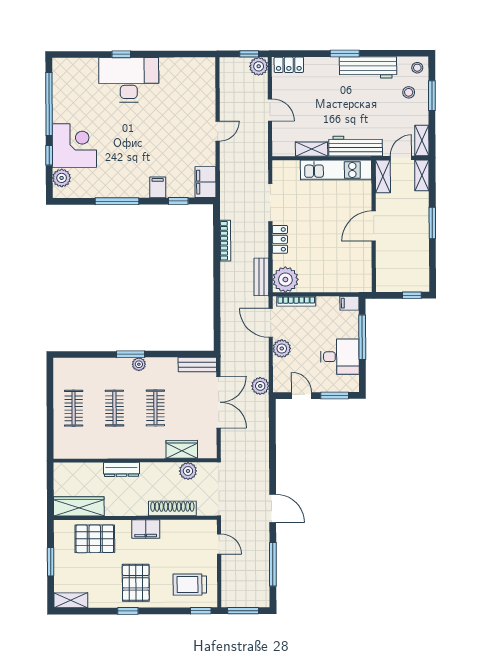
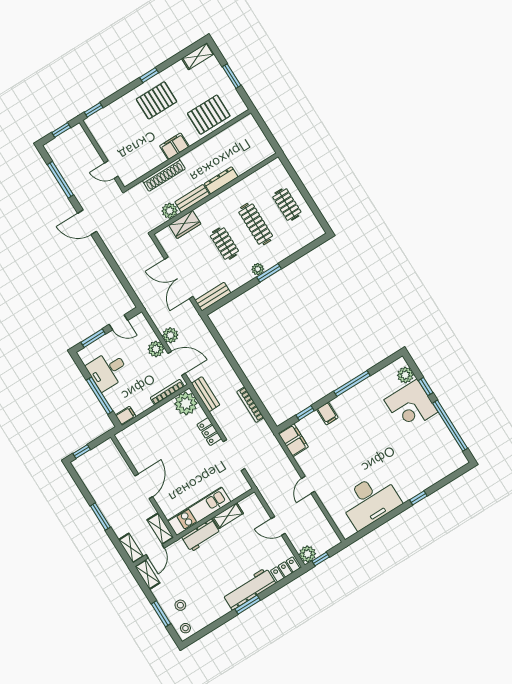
workbench: (368, 67) -> (249, 589), moved
desk: (129, 80) -> (370, 501), moved
workbench: (356, 146) -> (201, 535), width x0.73
plant: (260, 386) -> (170, 335), moved
clothes rail: (114, 408) -> (256, 224), width x1.36
bench: (159, 469) -> (192, 198), added
wardrobe: (79, 506) -> (236, 132), removed
pallet: (136, 583) -> (157, 100), turned 90
trolley: (190, 585) -> (114, 125), removed
window: (243, 611) -> (61, 130), width x0.67

